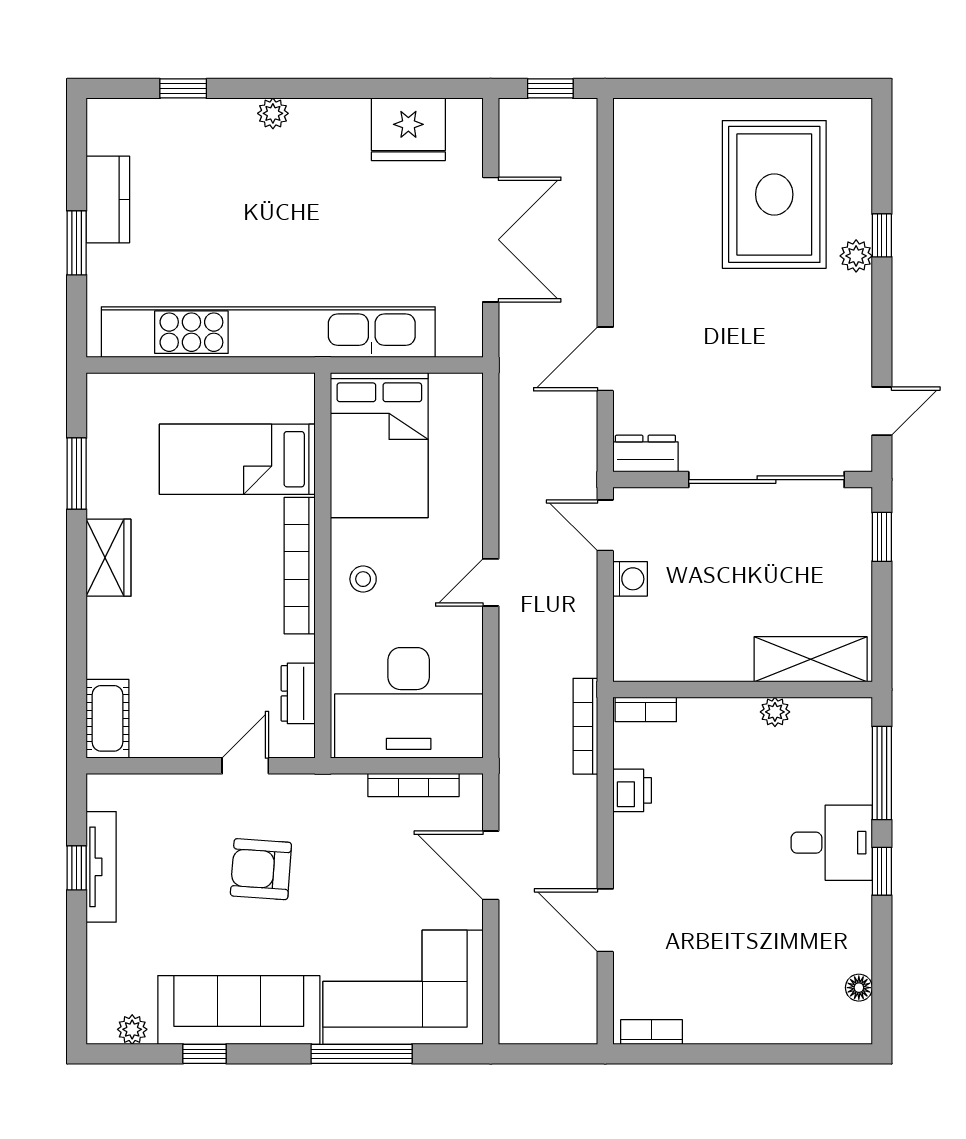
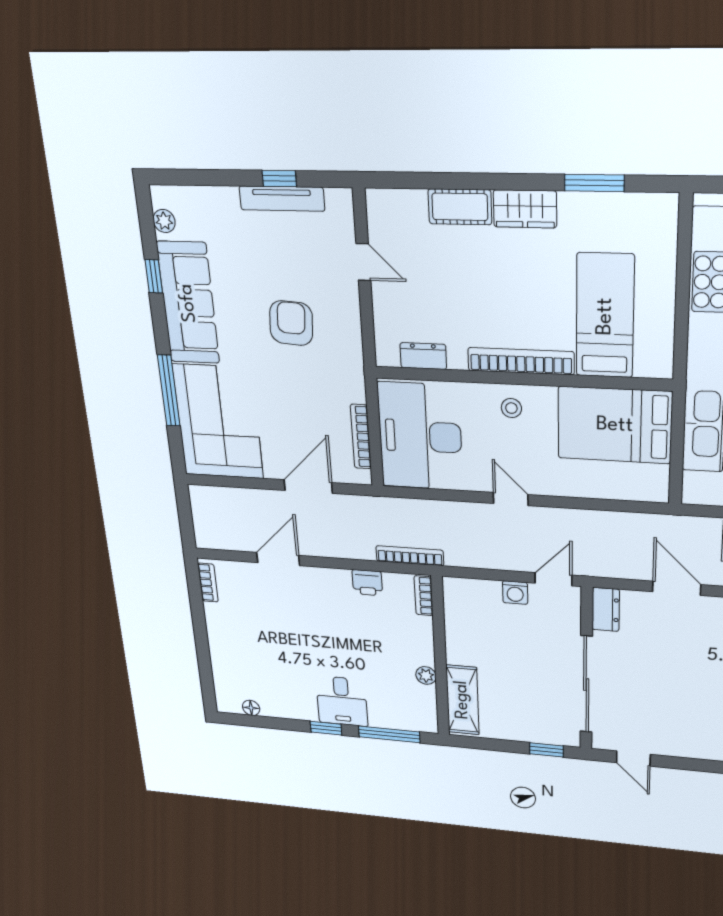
cot: (107, 718) -> (460, 207), moved
door: (245, 766) -> (363, 262), moved

